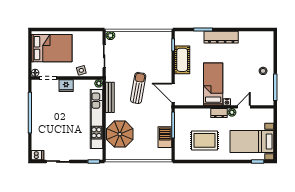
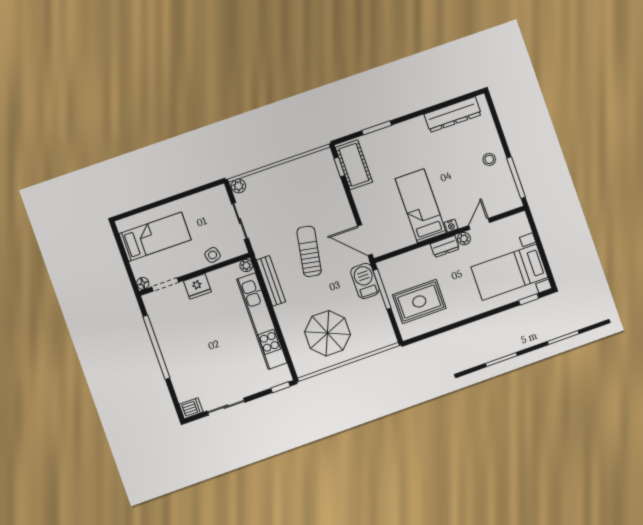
dresser: (221, 37) -> (453, 115), moved
bed: (52, 48) -> (155, 237), width x0.67
cot: (182, 60) -> (354, 165), moved
parasol: (120, 134) -> (327, 333), moved
barbecue: (165, 137) -> (365, 281), moved
rug: (205, 140) -> (419, 301), moved

